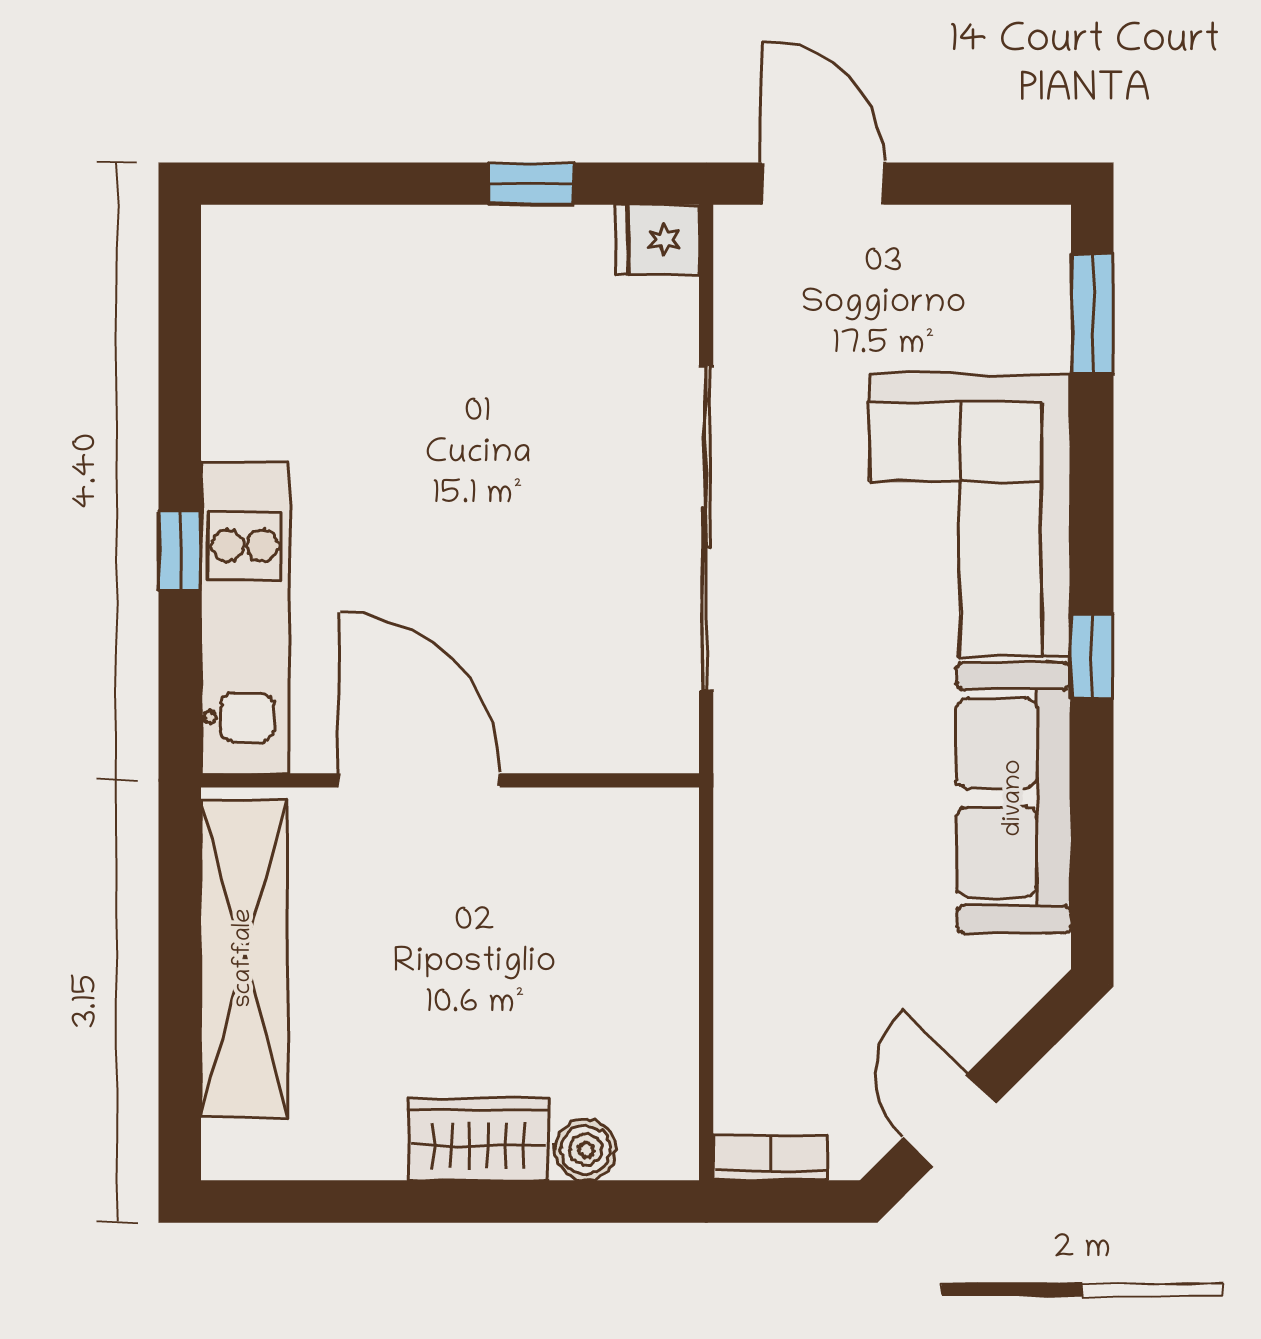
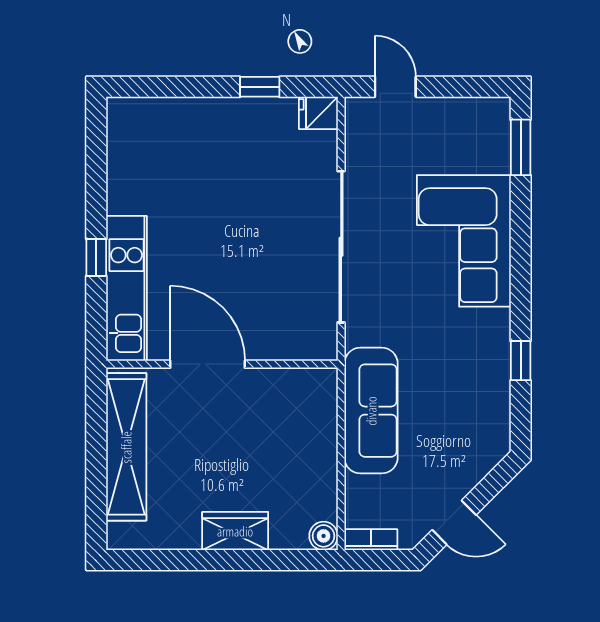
door: (823, 184) -> (395, 87), width x0.73
window: (1092, 657) -> (521, 361), moved
sofa: (1014, 798) -> (371, 411), moved, turned 180
door: (949, 1121) -> (454, 522), swing flipped
boiler: (586, 1150) -> (324, 536), moved

